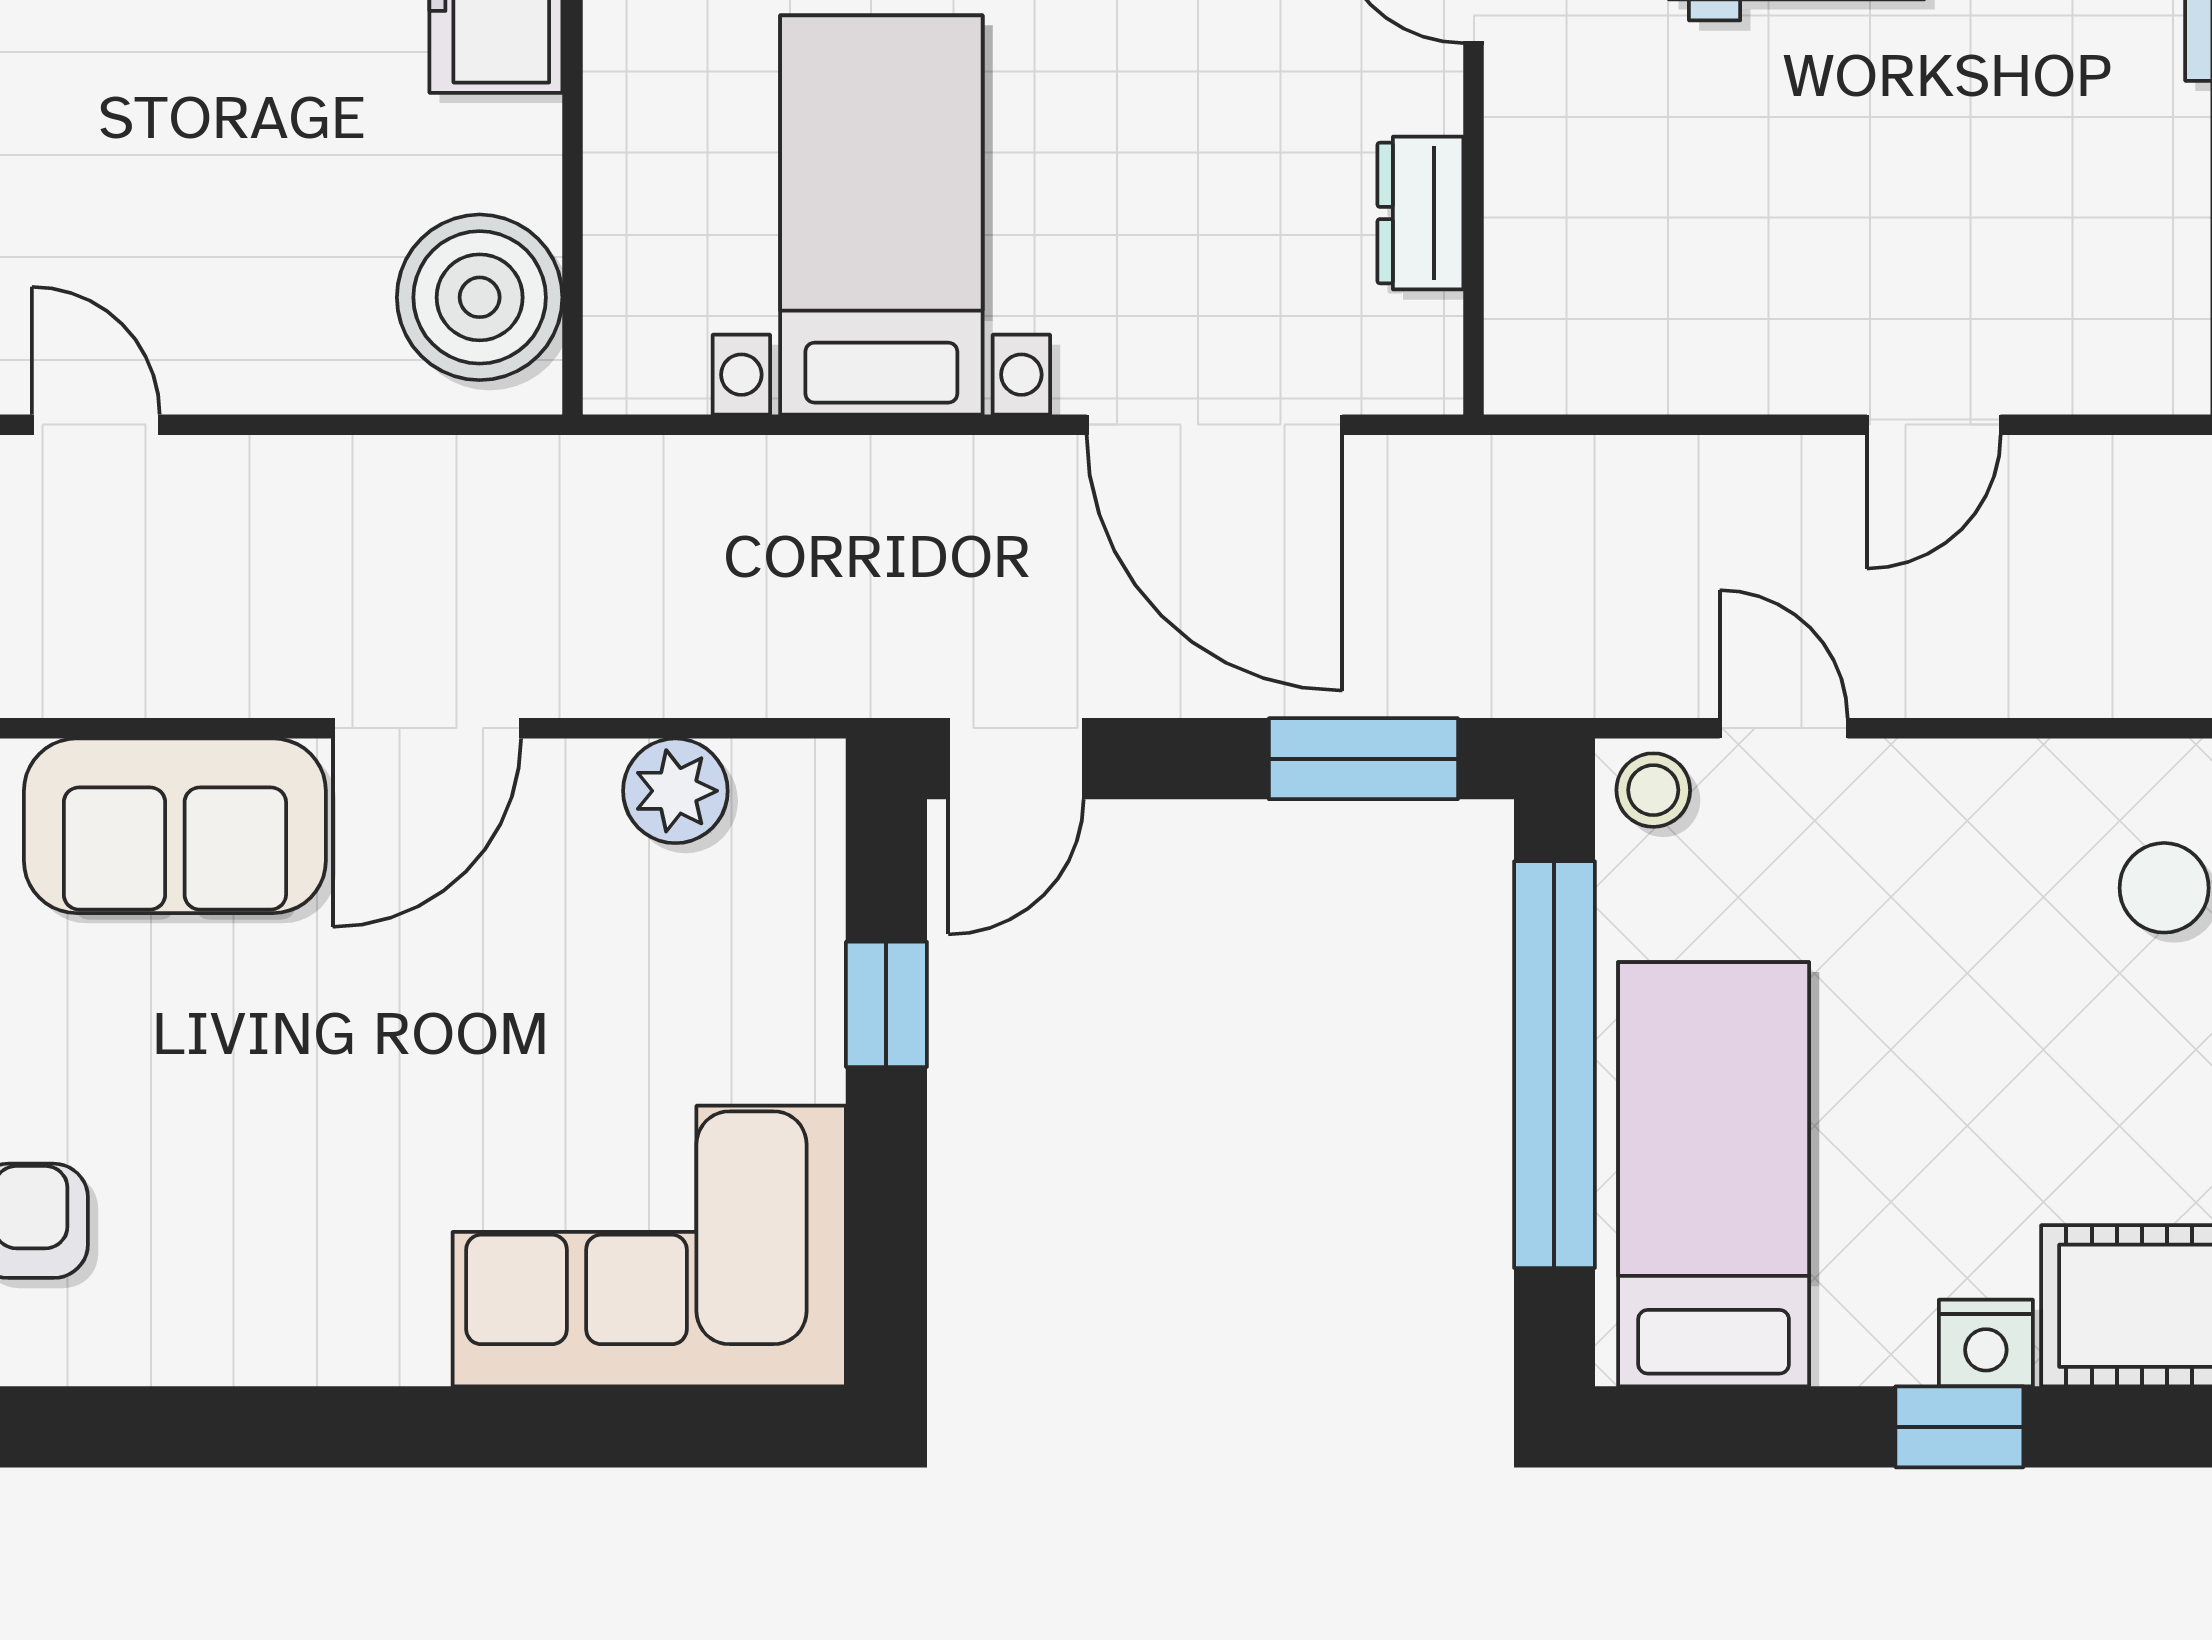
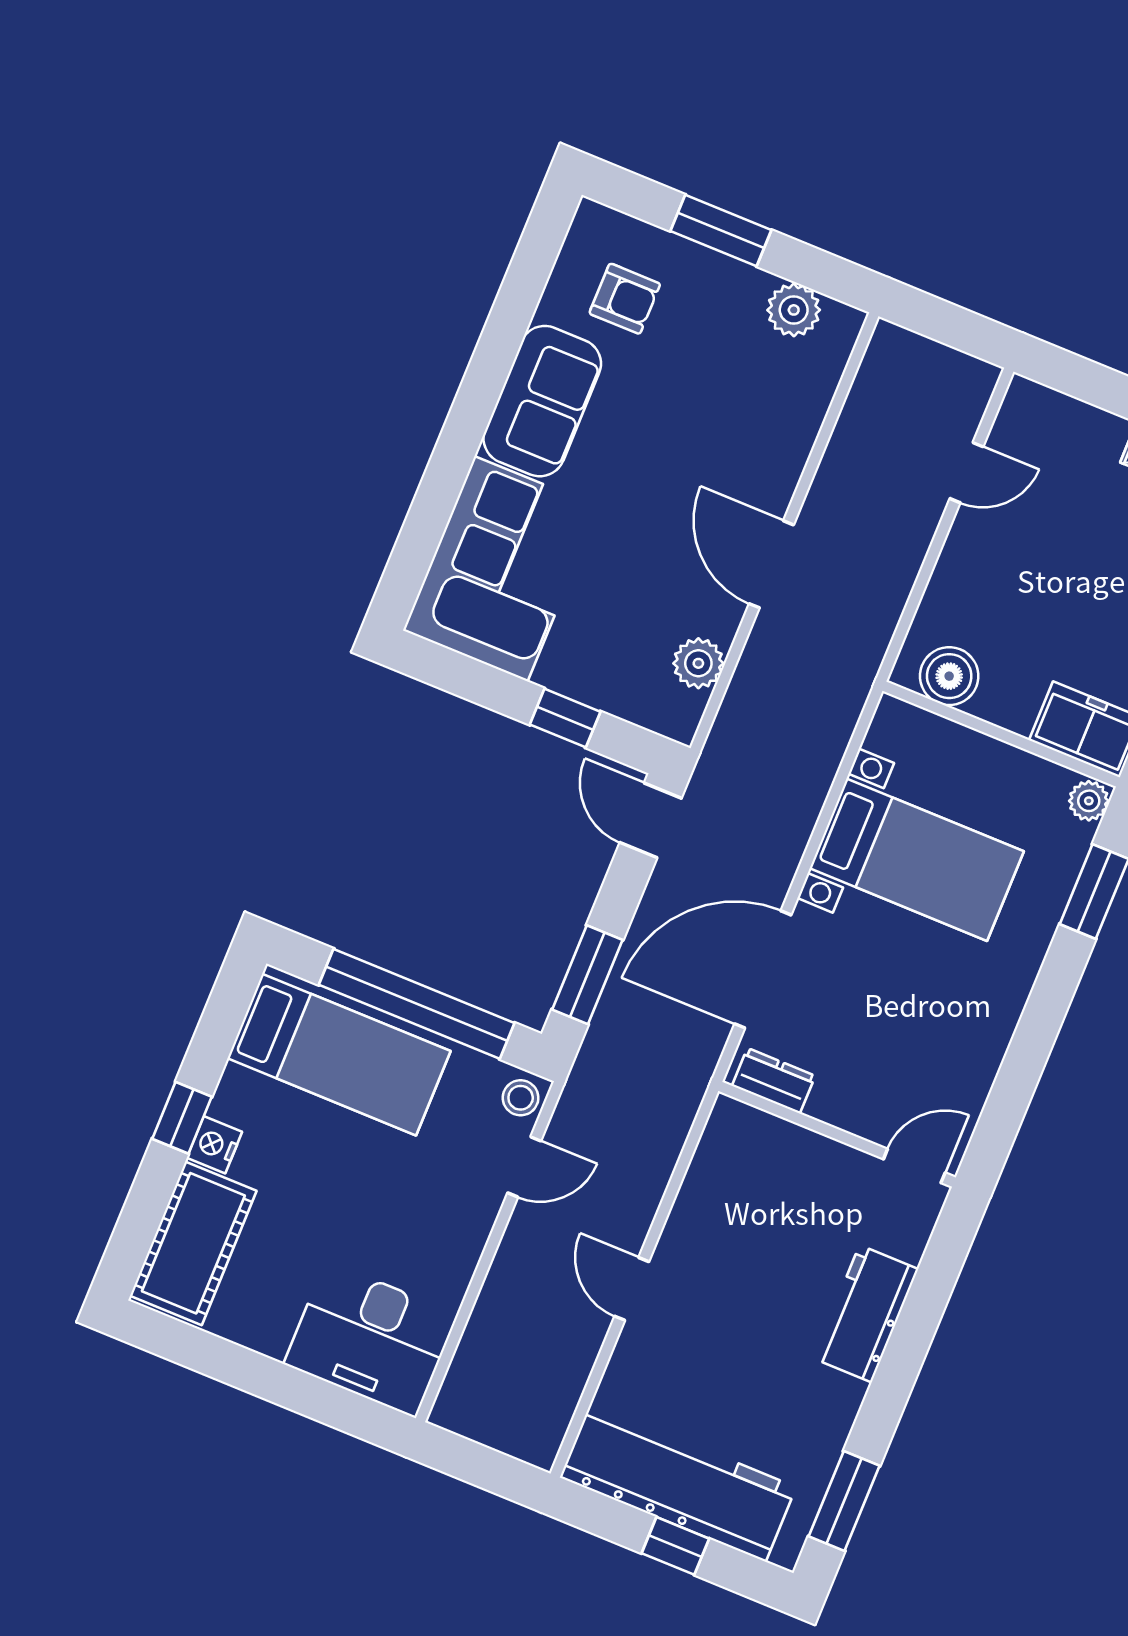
dresser: (1420, 213) -> (774, 1081), moved
boiler: (480, 297) -> (949, 676), width x0.73, depth x0.73
sofa: (175, 826) -> (542, 401), moved, turned 180

